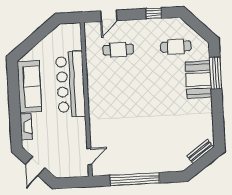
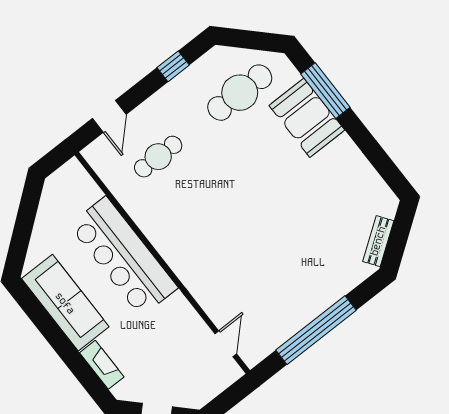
cafe table: (176, 47) -> (240, 93), width x1.37, depth x1.35
bench: (200, 152) -> (378, 241), moved

